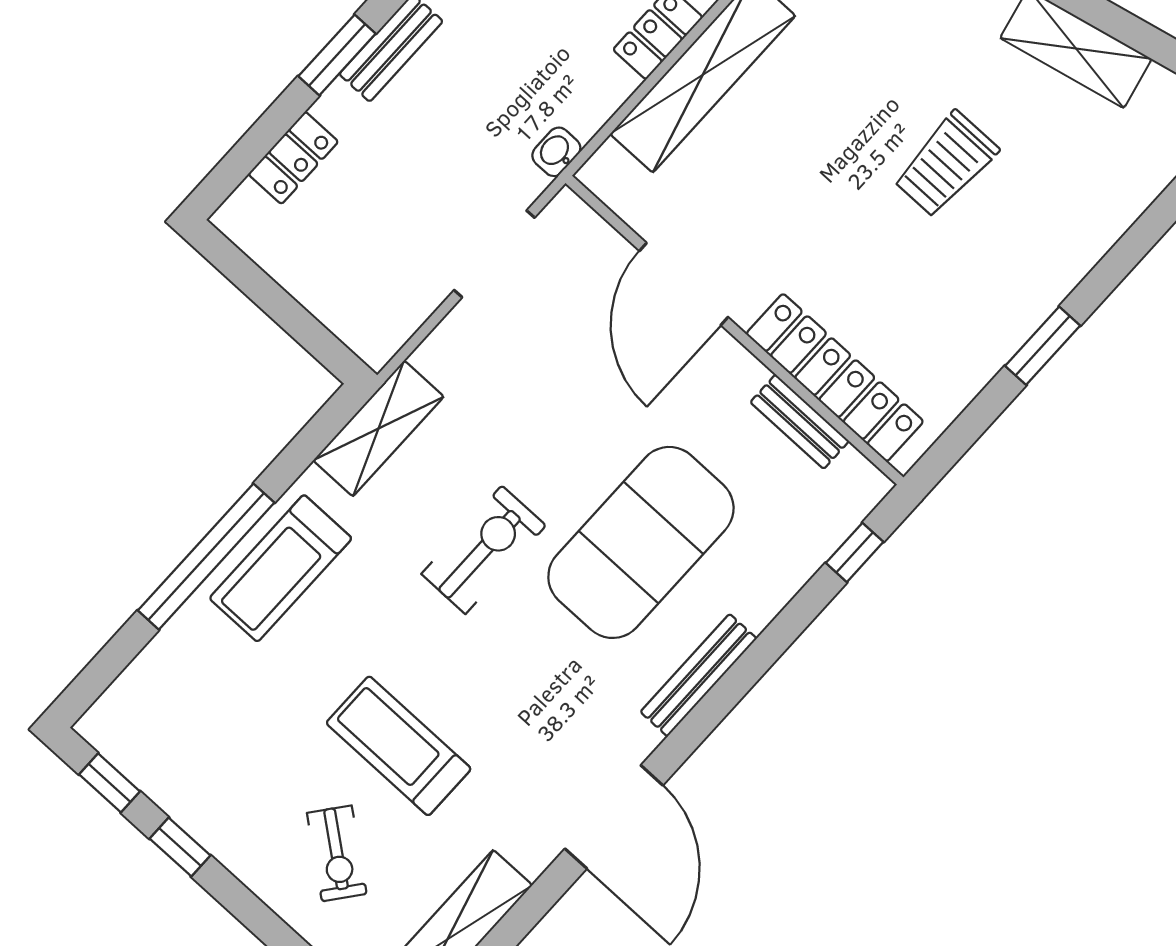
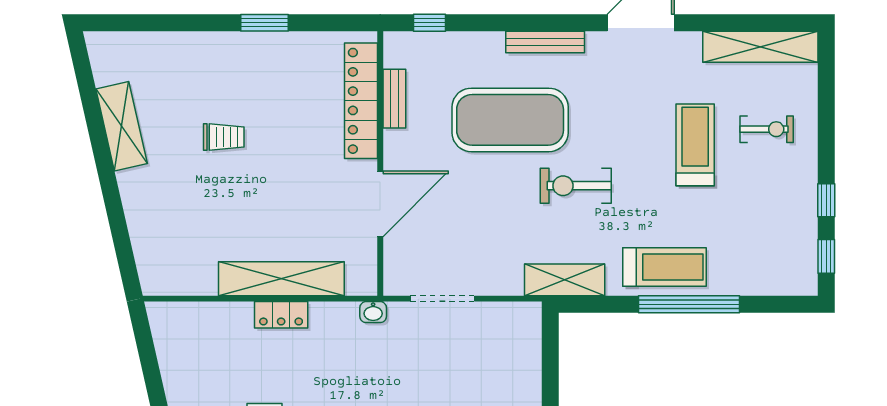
trolley: (946, 164) -> (224, 137), width x0.73, depth x0.72
treadmill: (399, 746) -> (695, 145), turned 180
exercise bike: (337, 853) -> (767, 129), turned 52

